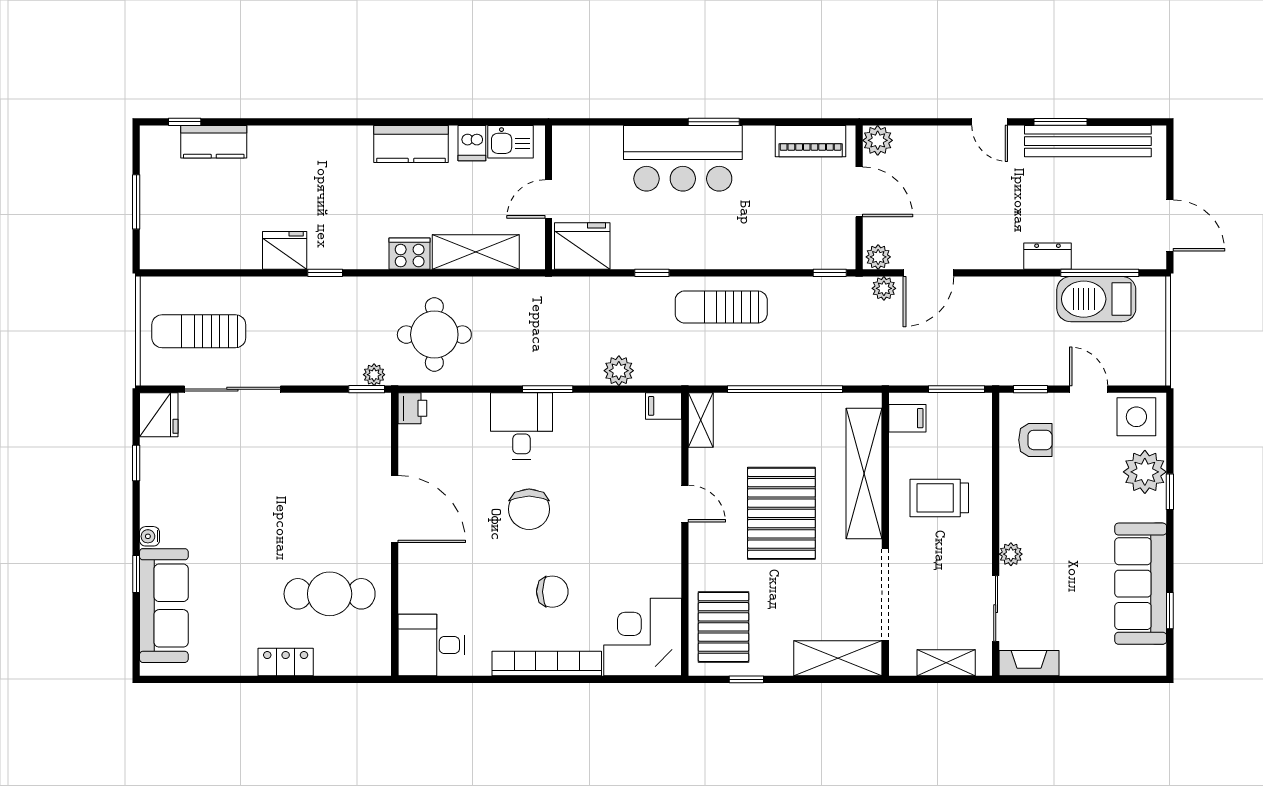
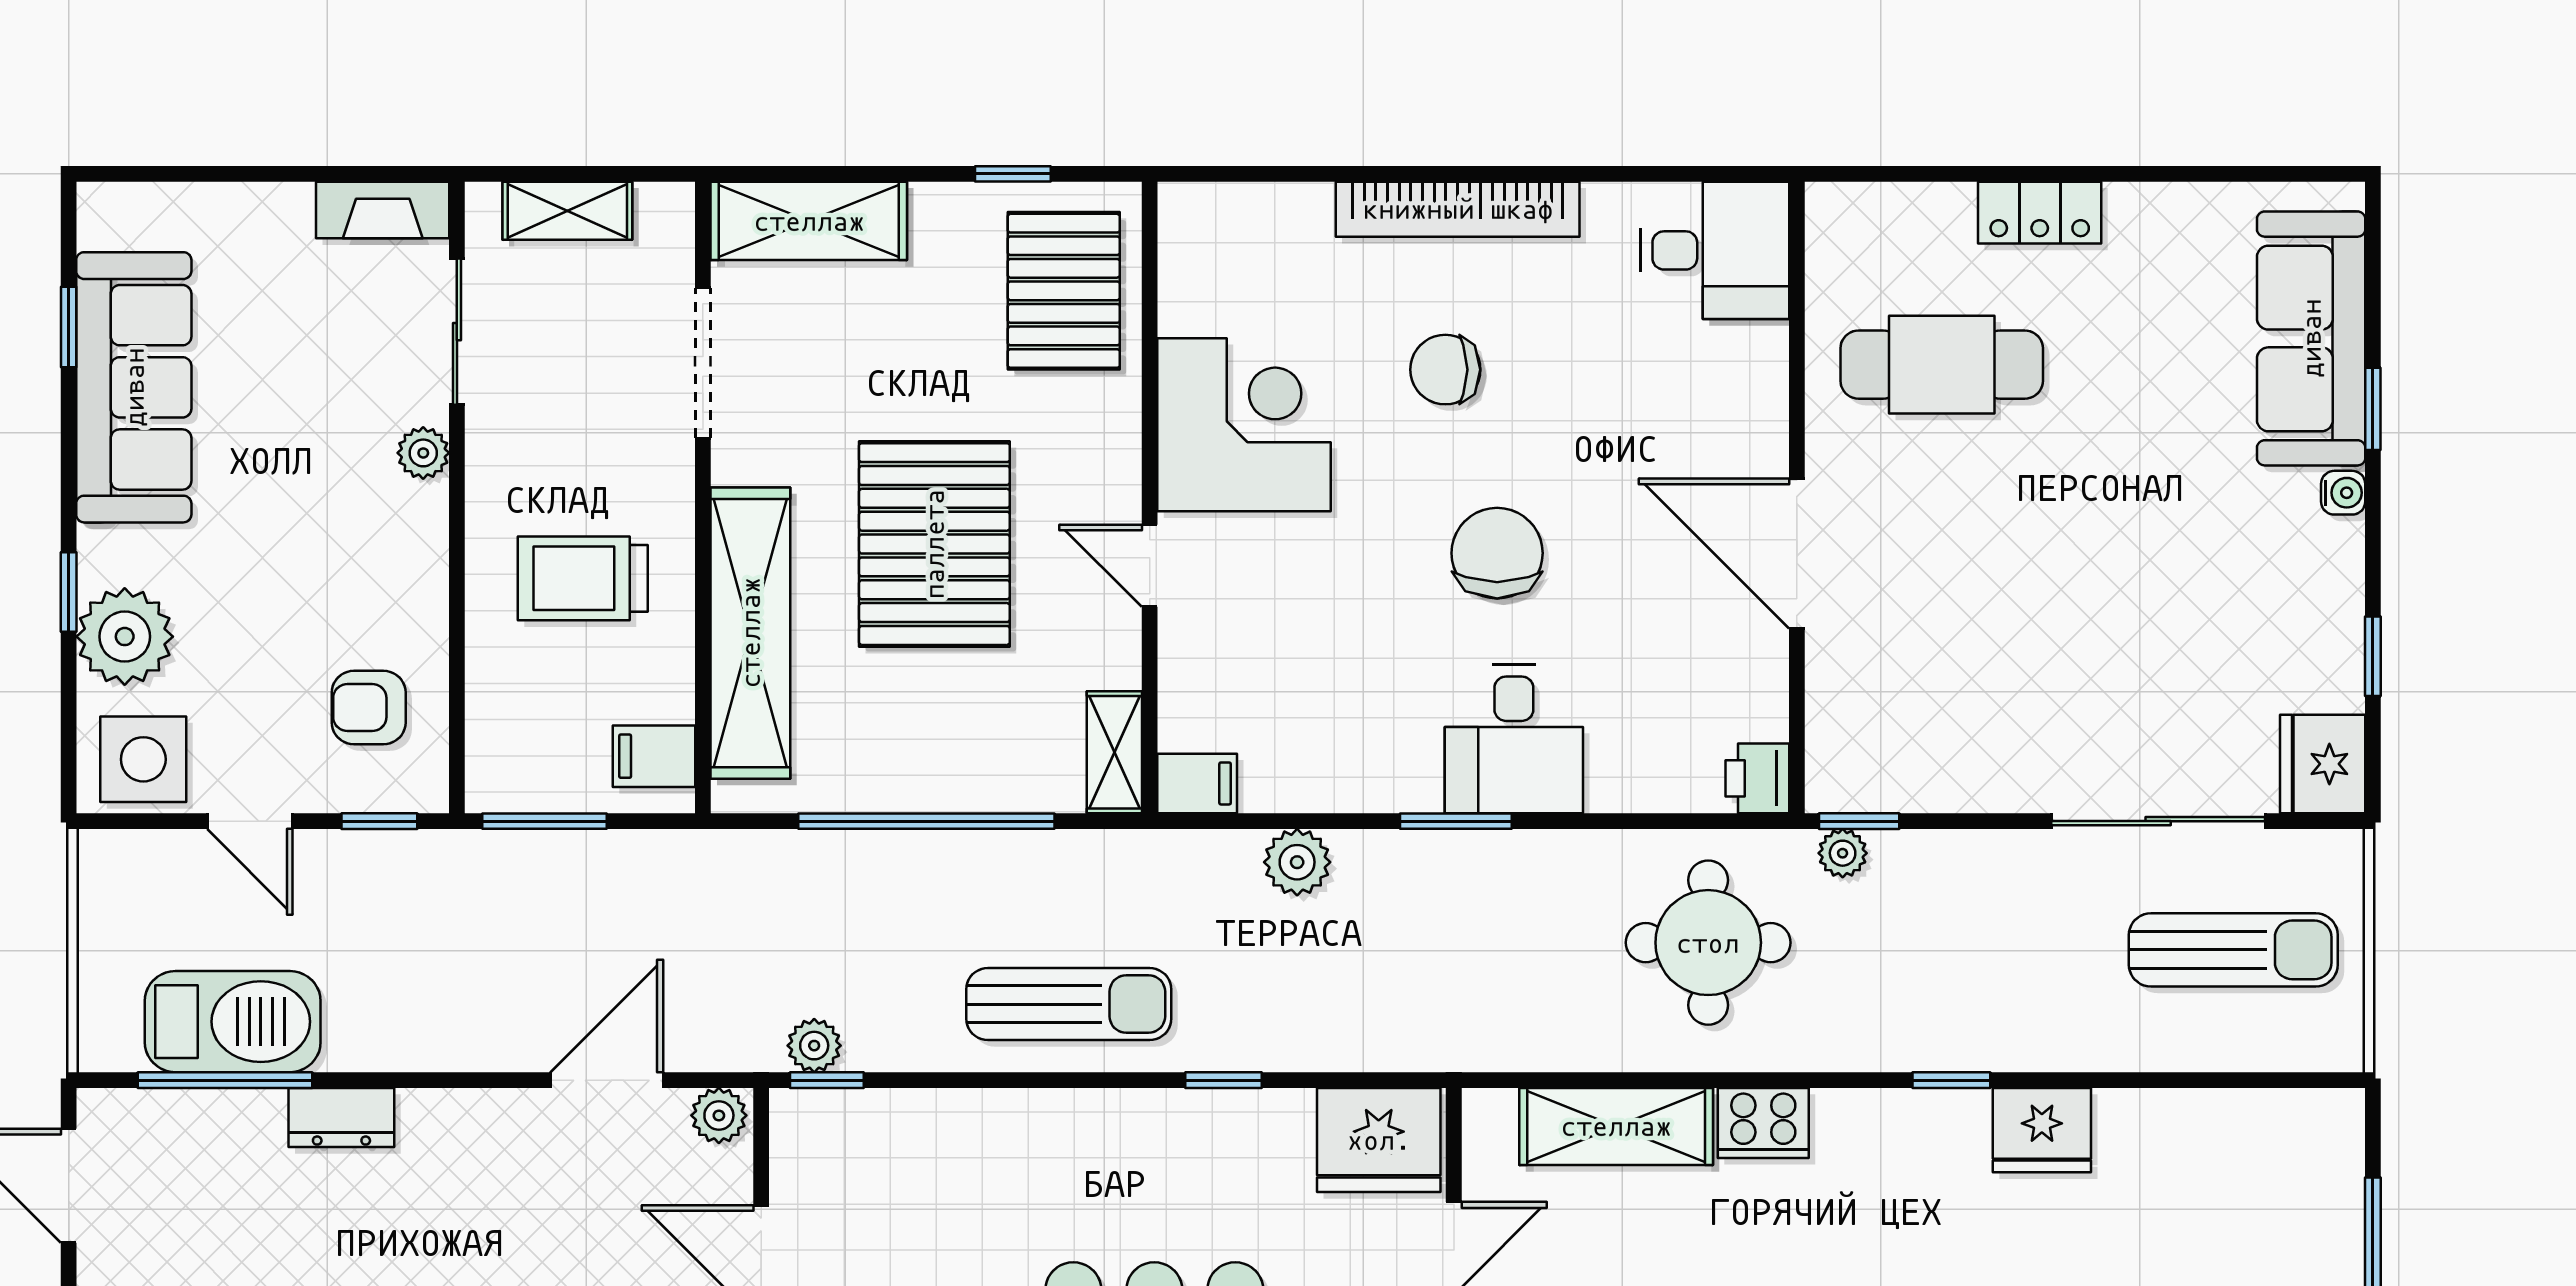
plant: (884, 288) -> (814, 1046), moved
trolley: (939, 498) -> (583, 578), turned 180
doorway: (885, 595) -> (703, 363), width x0.73
corner desk: (643, 637) -> (1244, 425), moved, turned -90

